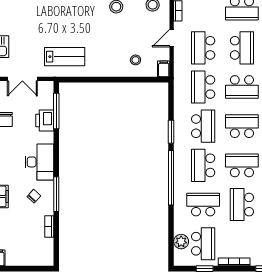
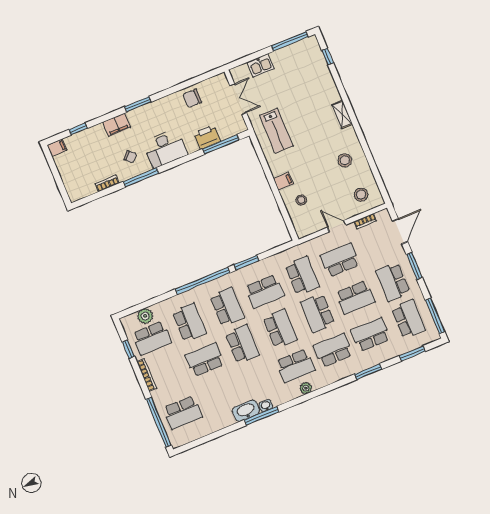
filing cabinet: (164, 69) -> (283, 181), moved
double door: (22, 79) -> (238, 99), swing flipped
school desk: (203, 87) -> (302, 276), turned 90
school desk: (203, 165) -> (227, 307), turned 90

